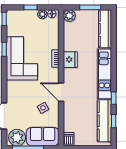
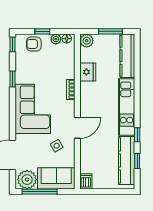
armchair: (23, 18) -> (34, 44), added
corner sofa: (22, 58) -> (33, 109), moved
fridge: (70, 60) -> (88, 72), moved
door: (61, 92) -> (77, 128), swing flipped

